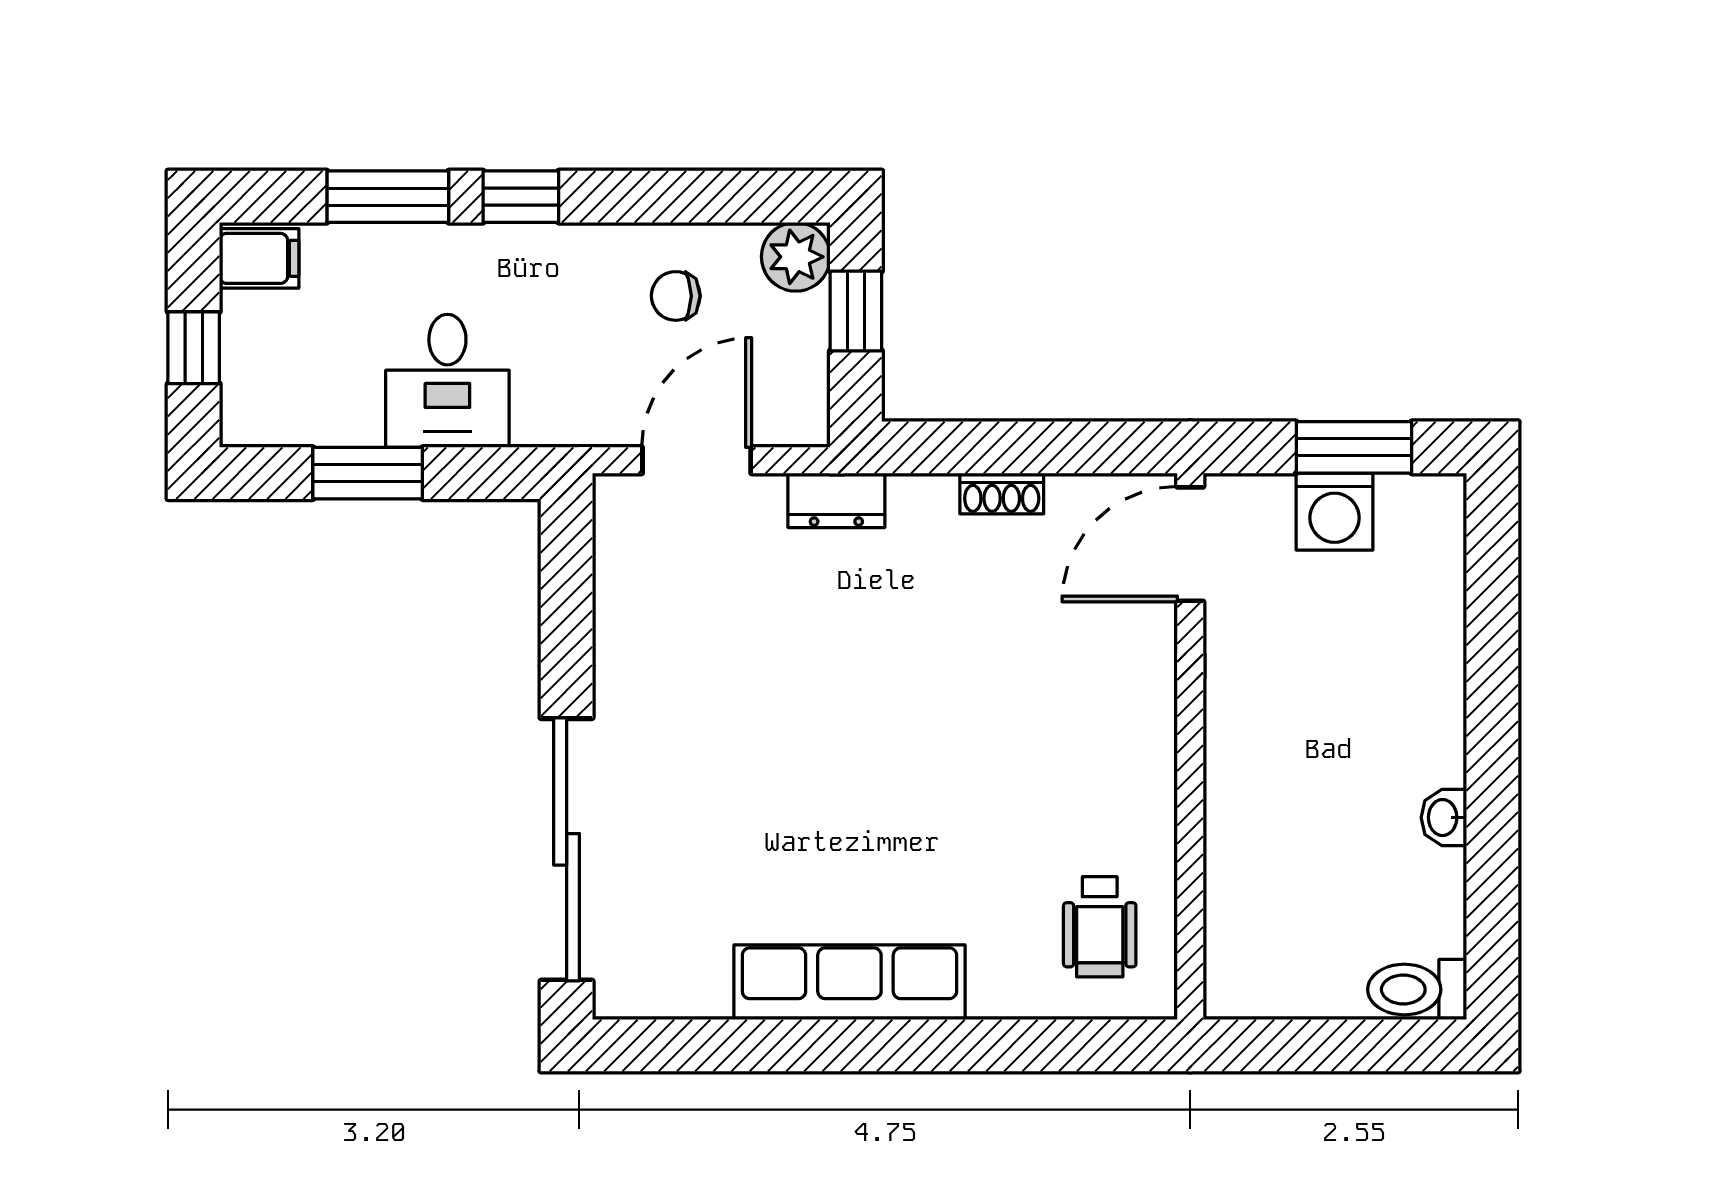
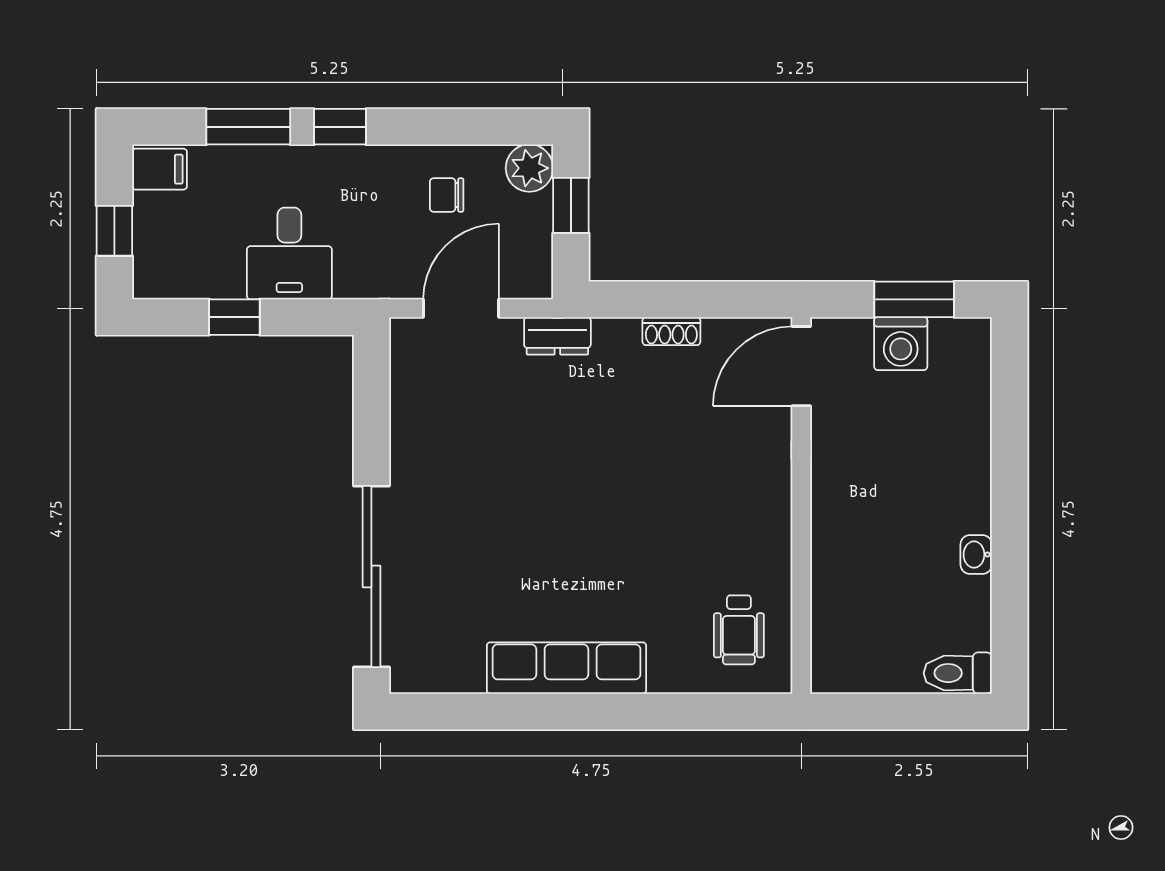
window: (368, 473) -> (234, 317), width x0.67

